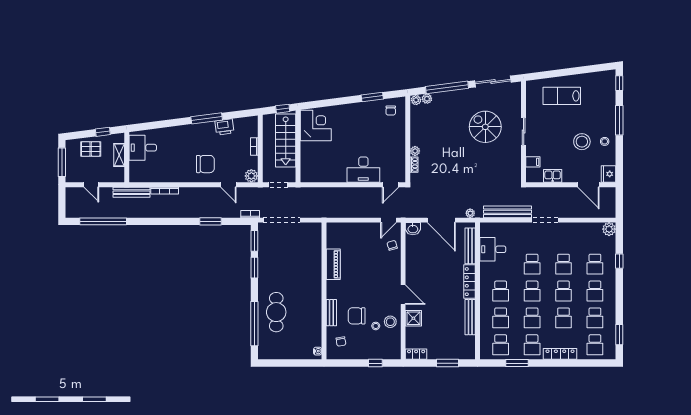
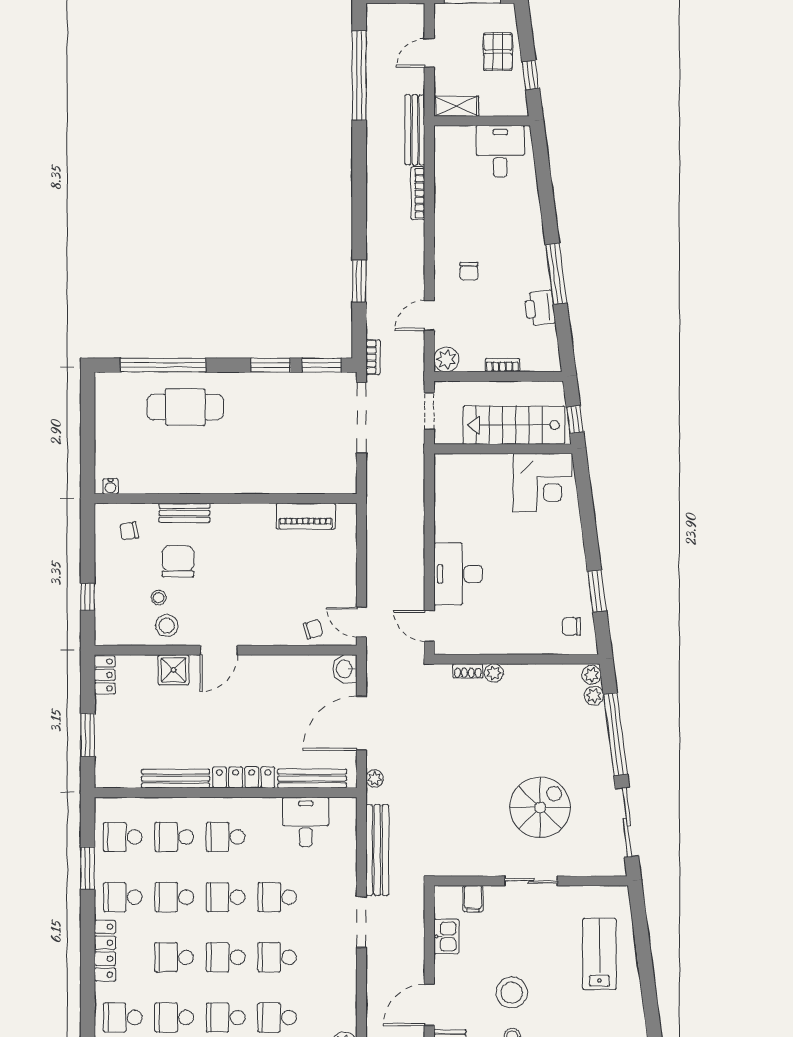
shelving: (119, 155) -> (456, 106), moved
chair: (205, 164) -> (469, 271), width x0.54, depth x0.54
piano: (333, 264) -> (306, 516), moved

